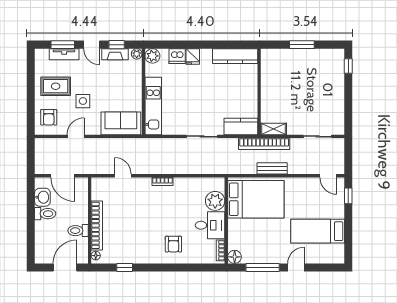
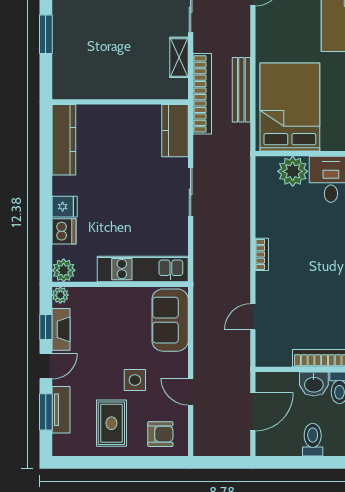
shelving: (274, 129) -> (179, 57), moved
bench: (272, 168) -> (241, 90), width x1.36
washbasin: (42, 197) -> (314, 384), moved, turned 180

